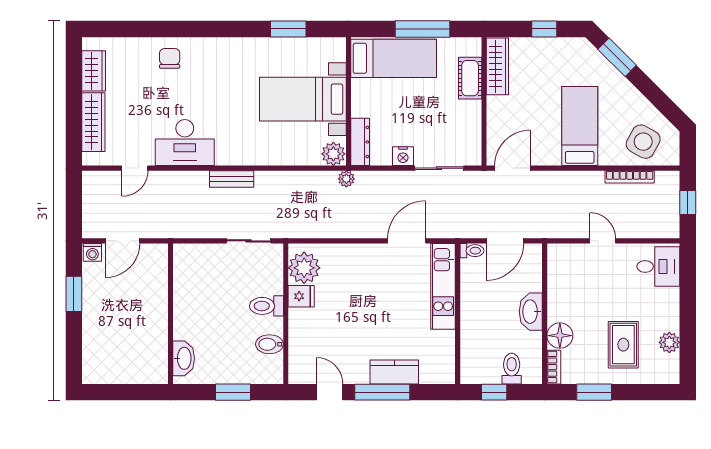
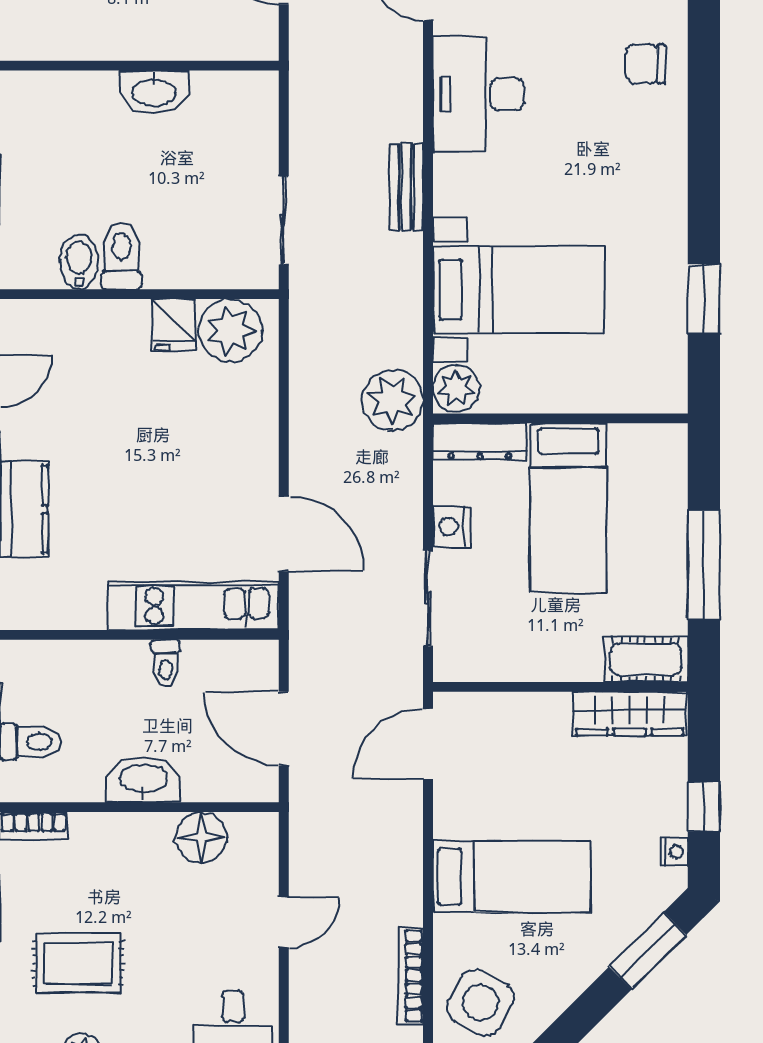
nightstand: (567, 44) -> (674, 852), added
chair: (170, 58) -> (645, 64), turned 180
bed: (394, 58) -> (568, 508), moved
cot: (470, 78) -> (646, 659), moved
bed with nightstands: (303, 99) -> (518, 290), moved, turned 90
door: (513, 168) -> (428, 744), swing flipped
plant: (346, 179) -> (393, 400), width x1.87, depth x1.87
toilet: (472, 251) -> (166, 663), moved
toilet: (266, 306) -> (121, 256), moved
floor lamp: (560, 336) -> (201, 837), moved
washbasin: (184, 358) -> (154, 92), moved

